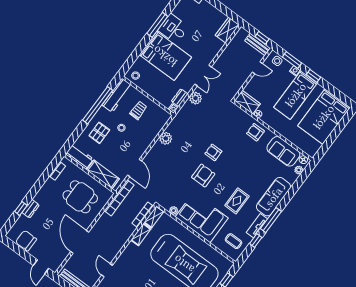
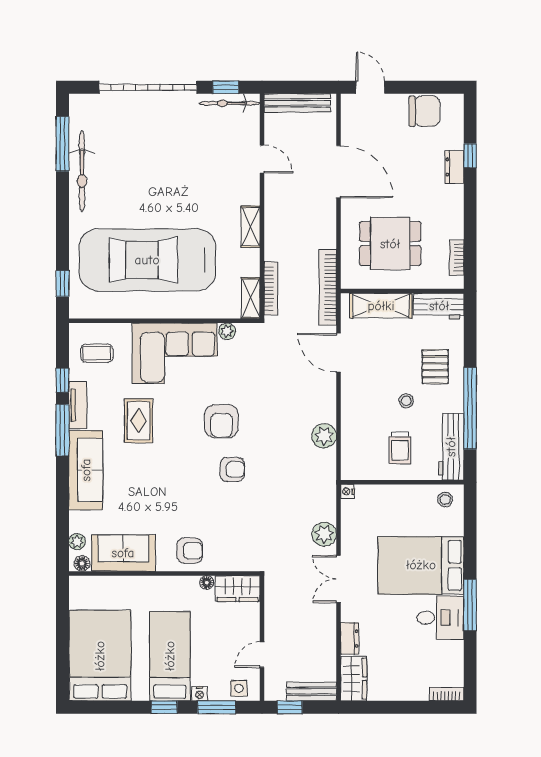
bench: (258, 44) -> (311, 691), moved
dresser: (180, 98) -> (350, 638), moved
shelving: (141, 235) -> (251, 227), moved

